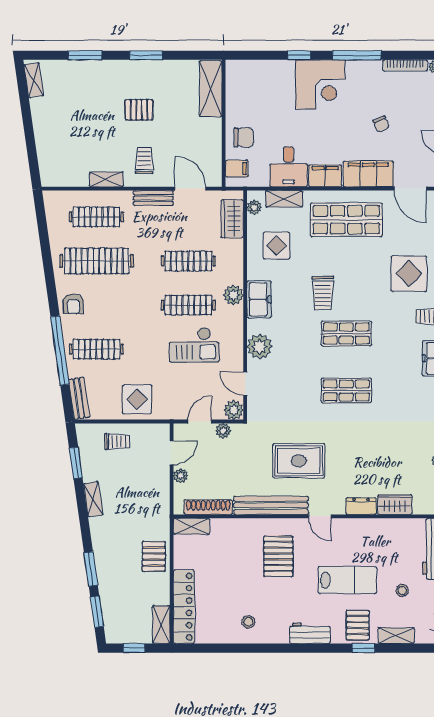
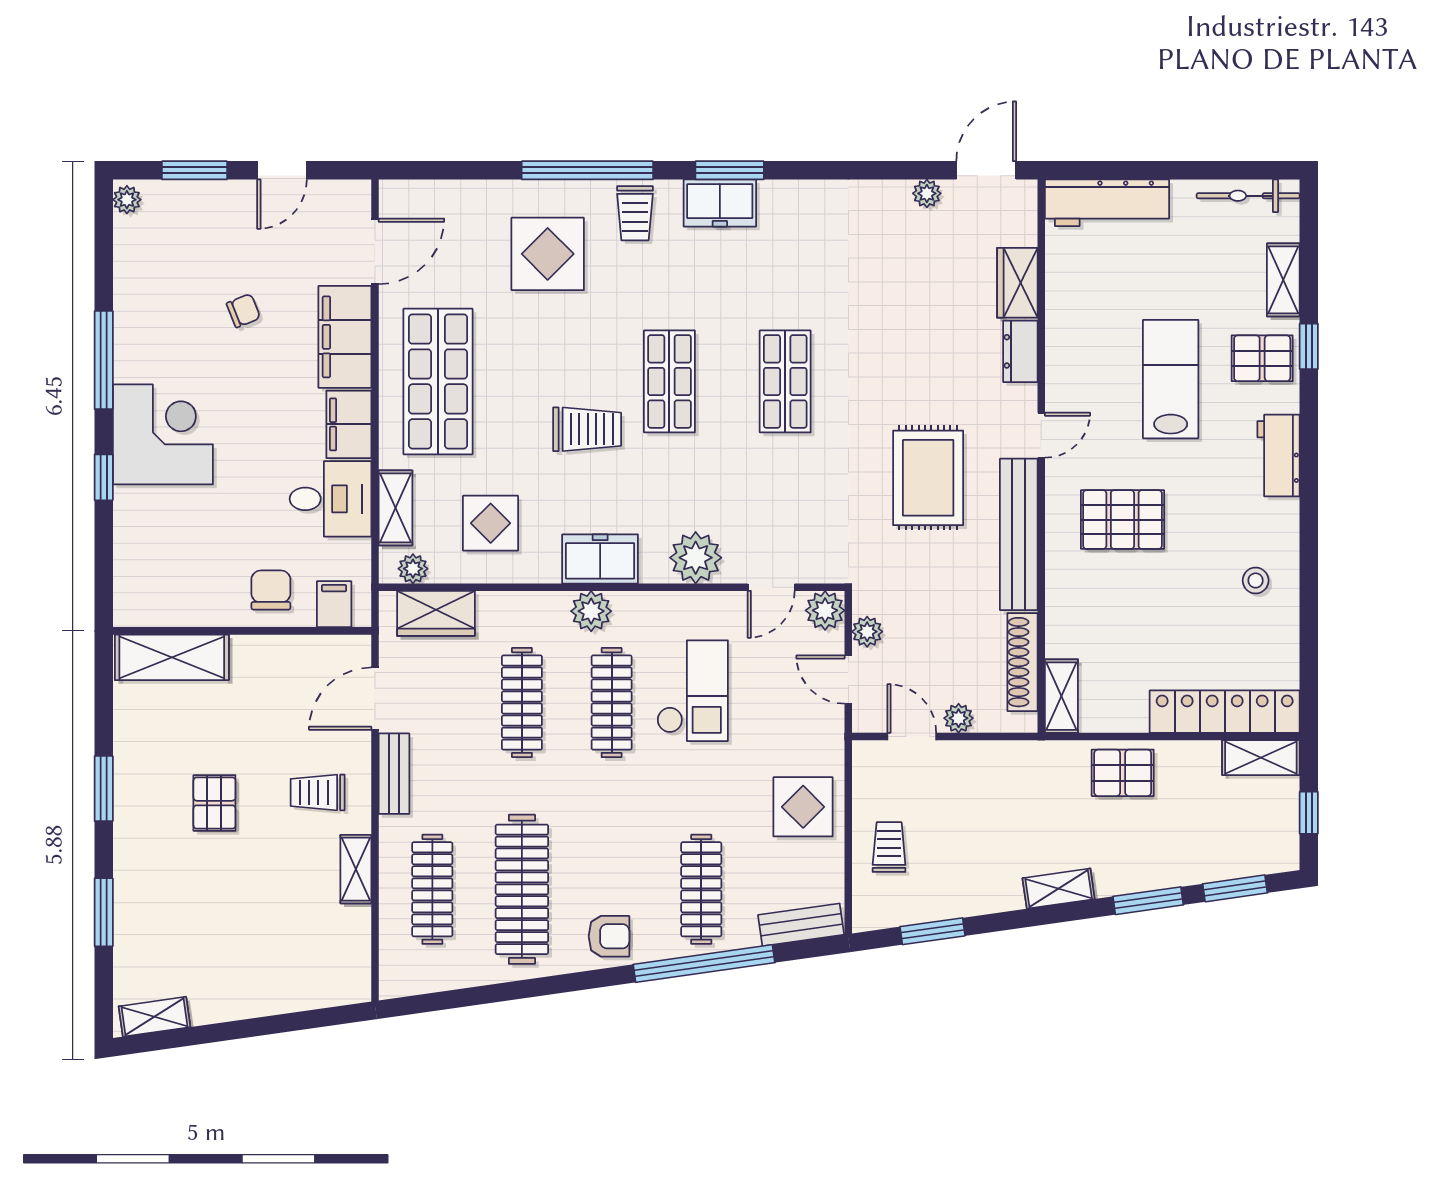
bookcase: (405, 65) -> (124, 262), removed
shelving: (93, 499) -> (1059, 889), moved
stool: (402, 590) -> (1192, 268), removed

